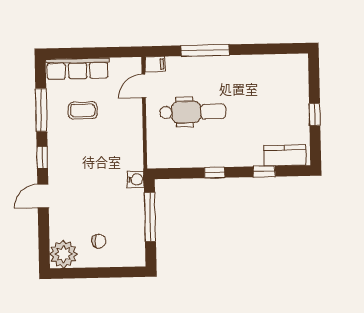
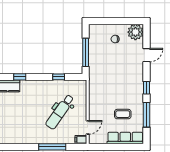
dental chair: (193, 112) -> (60, 112), turned -55
window: (215, 173) -> (59, 77), moved
water cooler: (135, 179) -> (93, 74), removed
door: (43, 196) -> (146, 55), moved

